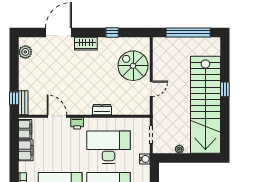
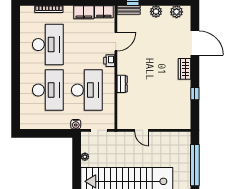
spiral stairs: (133, 66) -> (164, 113), removed
plant: (25, 74) -> (156, 11), added

